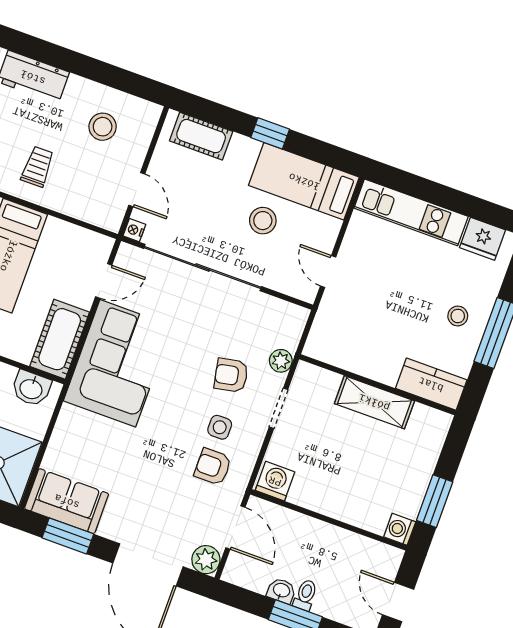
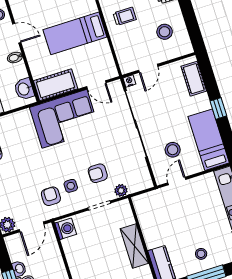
stool: (263, 221) -> (173, 150), moved
armchair: (231, 375) -> (98, 173), turned -79

